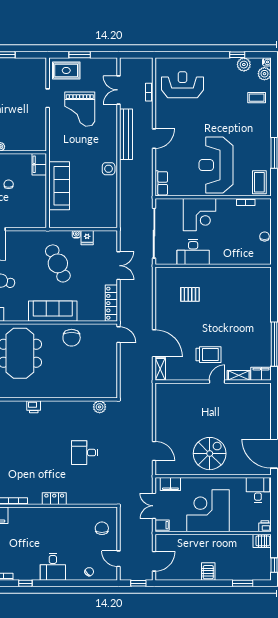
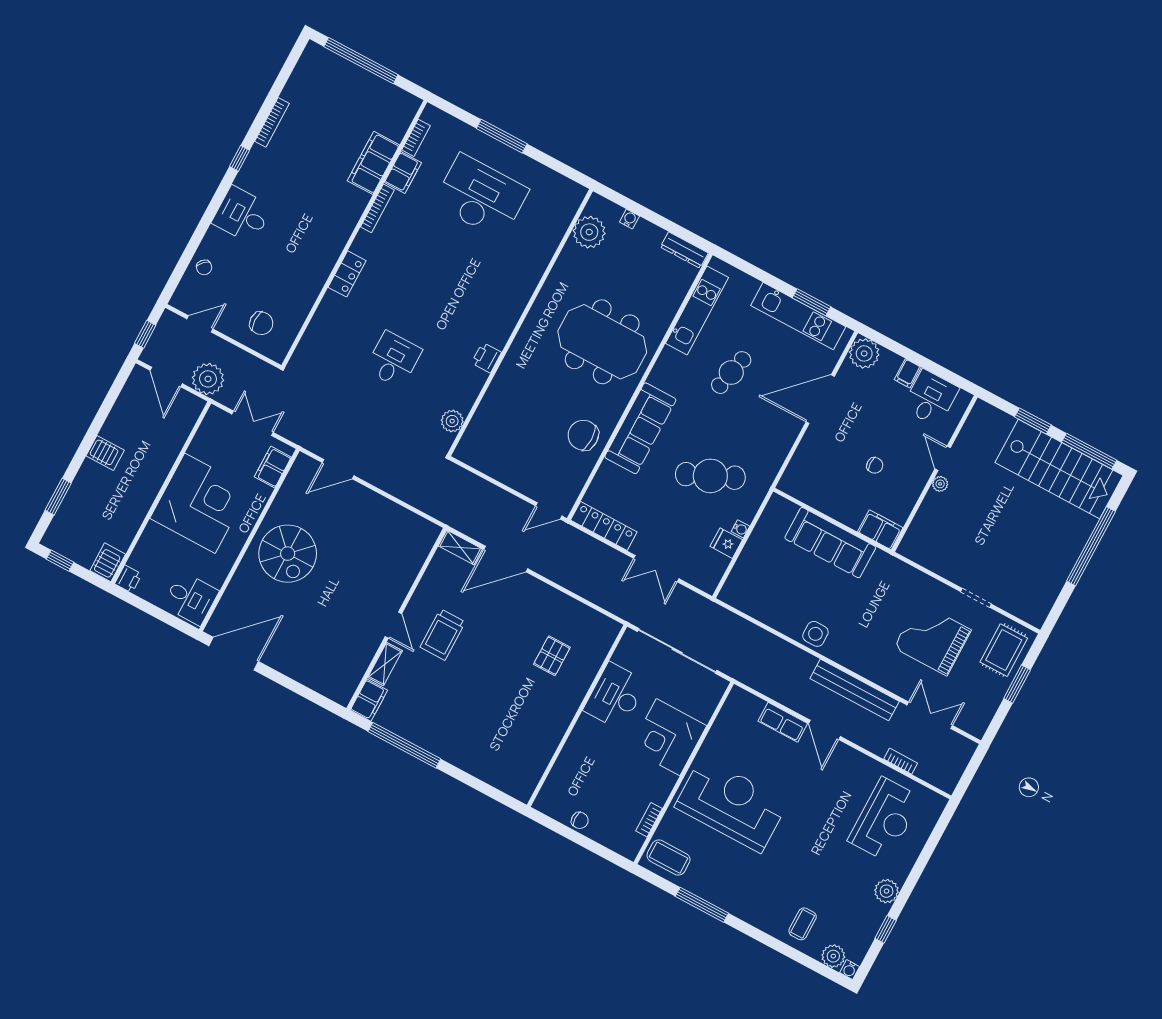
plant: (244, 65) -> (887, 891), moved
row of seats: (161, 183) -> (783, 722), moved
printer: (34, 407) -> (486, 358), moved
filing cabinet: (162, 525) -> (216, 420), removed
plant: (144, 540) -> (208, 379), added

